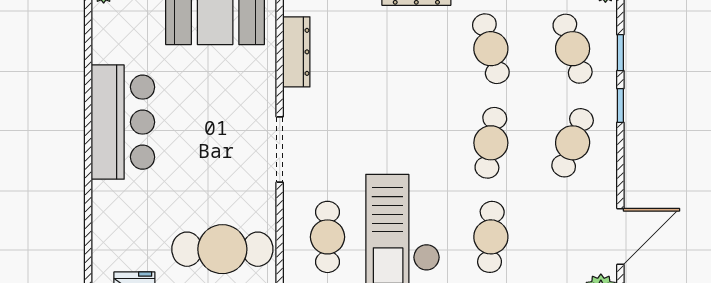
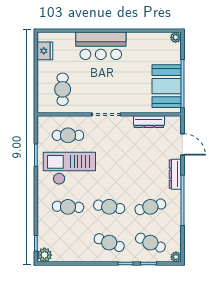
cafe table: (573, 49) -> (150, 243), turned 42
bar counter: (123, 122) -> (101, 46), moved
door: (620, 236) -> (68, 264), removed
cafe table: (222, 249) -> (63, 89), width x0.73, depth x0.74

